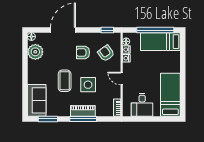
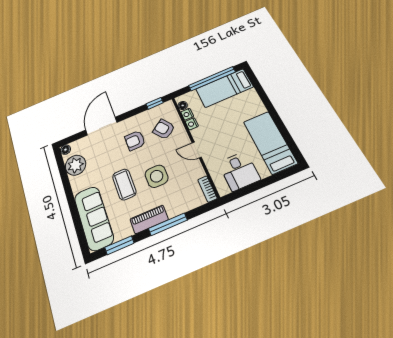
sofa: (37, 100) -> (94, 218), width x1.36
piano: (83, 111) -> (149, 219), moved

